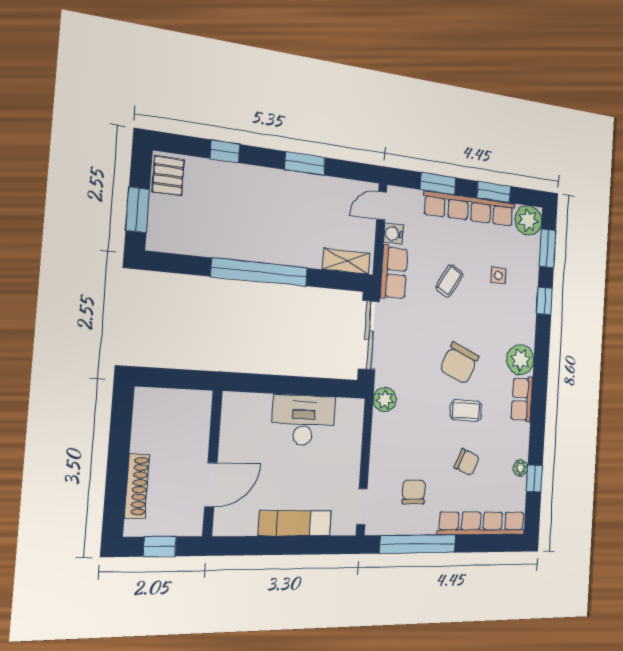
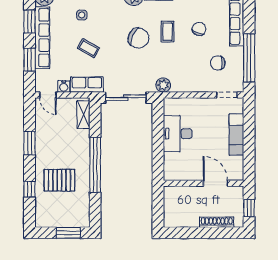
pallet: (168, 176) -> (59, 180), moved, width x1.50, depth x1.42

